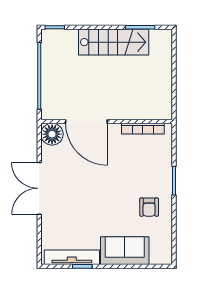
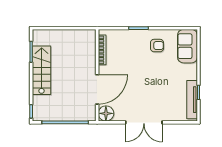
sofa: (125, 251) -> (187, 46), moved

